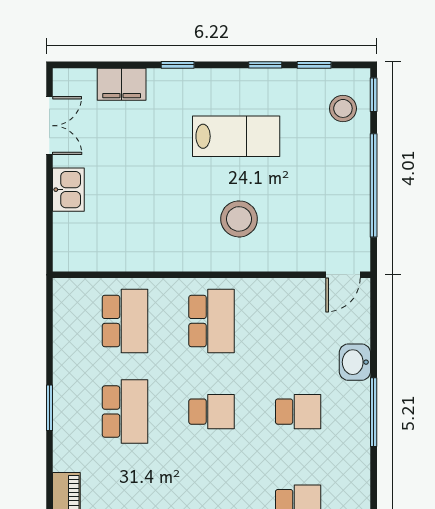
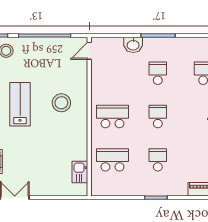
kitchen sink: (68, 190) -> (80, 172), moved, turned -90
door: (343, 275) -> (89, 51), swing flipped
school desk: (125, 412) -> (158, 160), width x0.54

